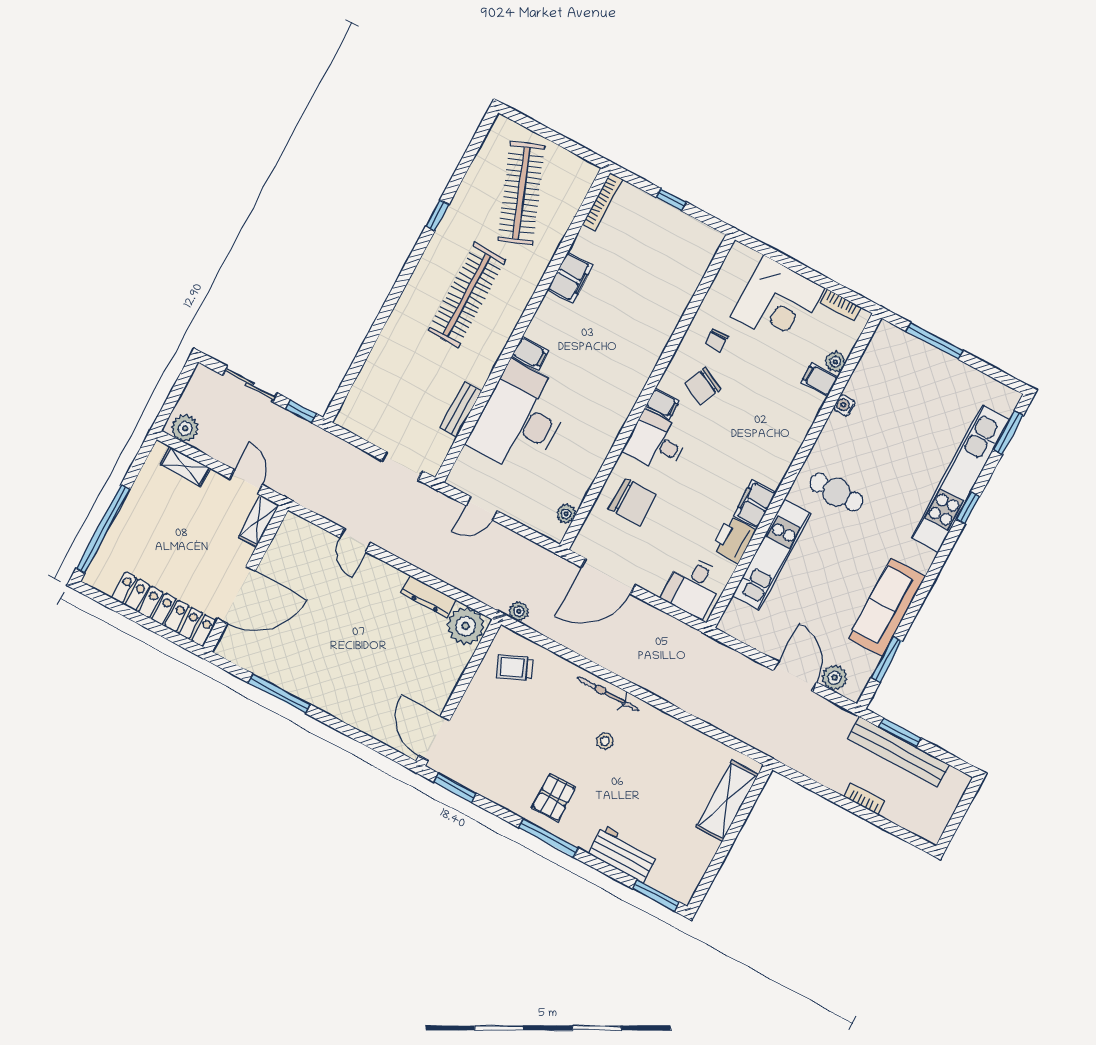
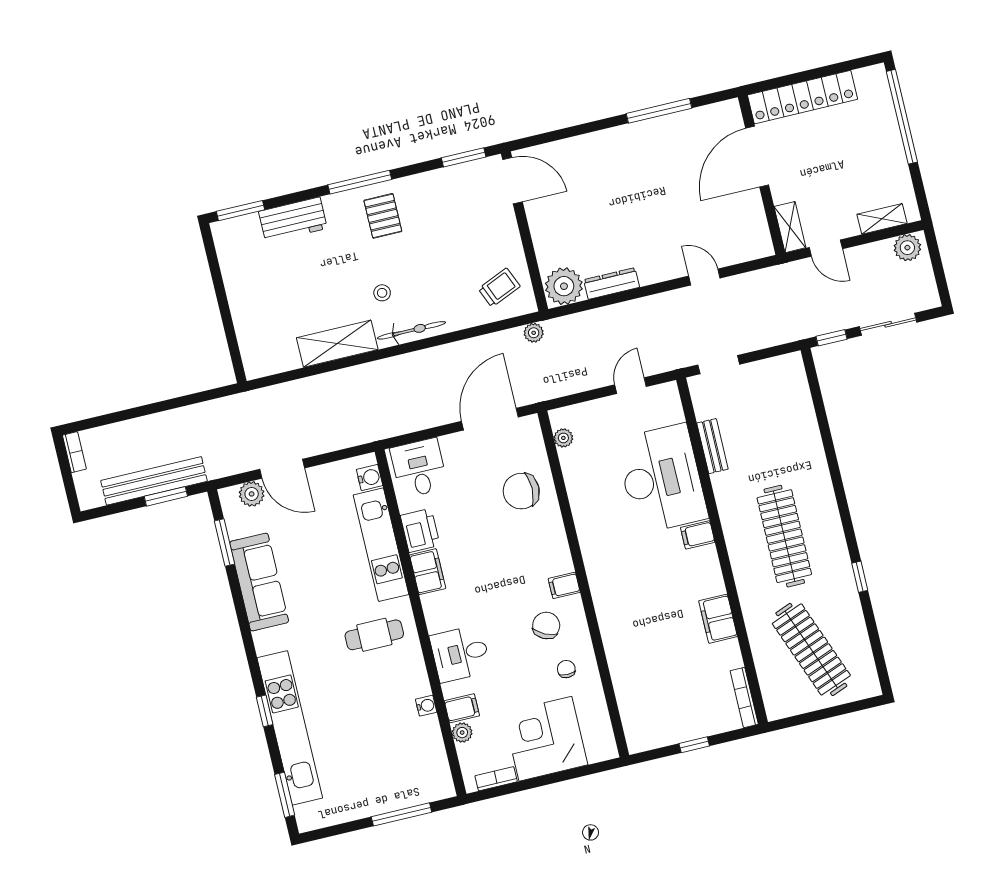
desk: (656, 442) -> (460, 654), moved, turned 180
water cooler: (736, 612) -> (370, 477), added
bookcase: (865, 799) -> (74, 452), moved, turned -90
shelving: (727, 801) -> (337, 344), moved, turned 90

